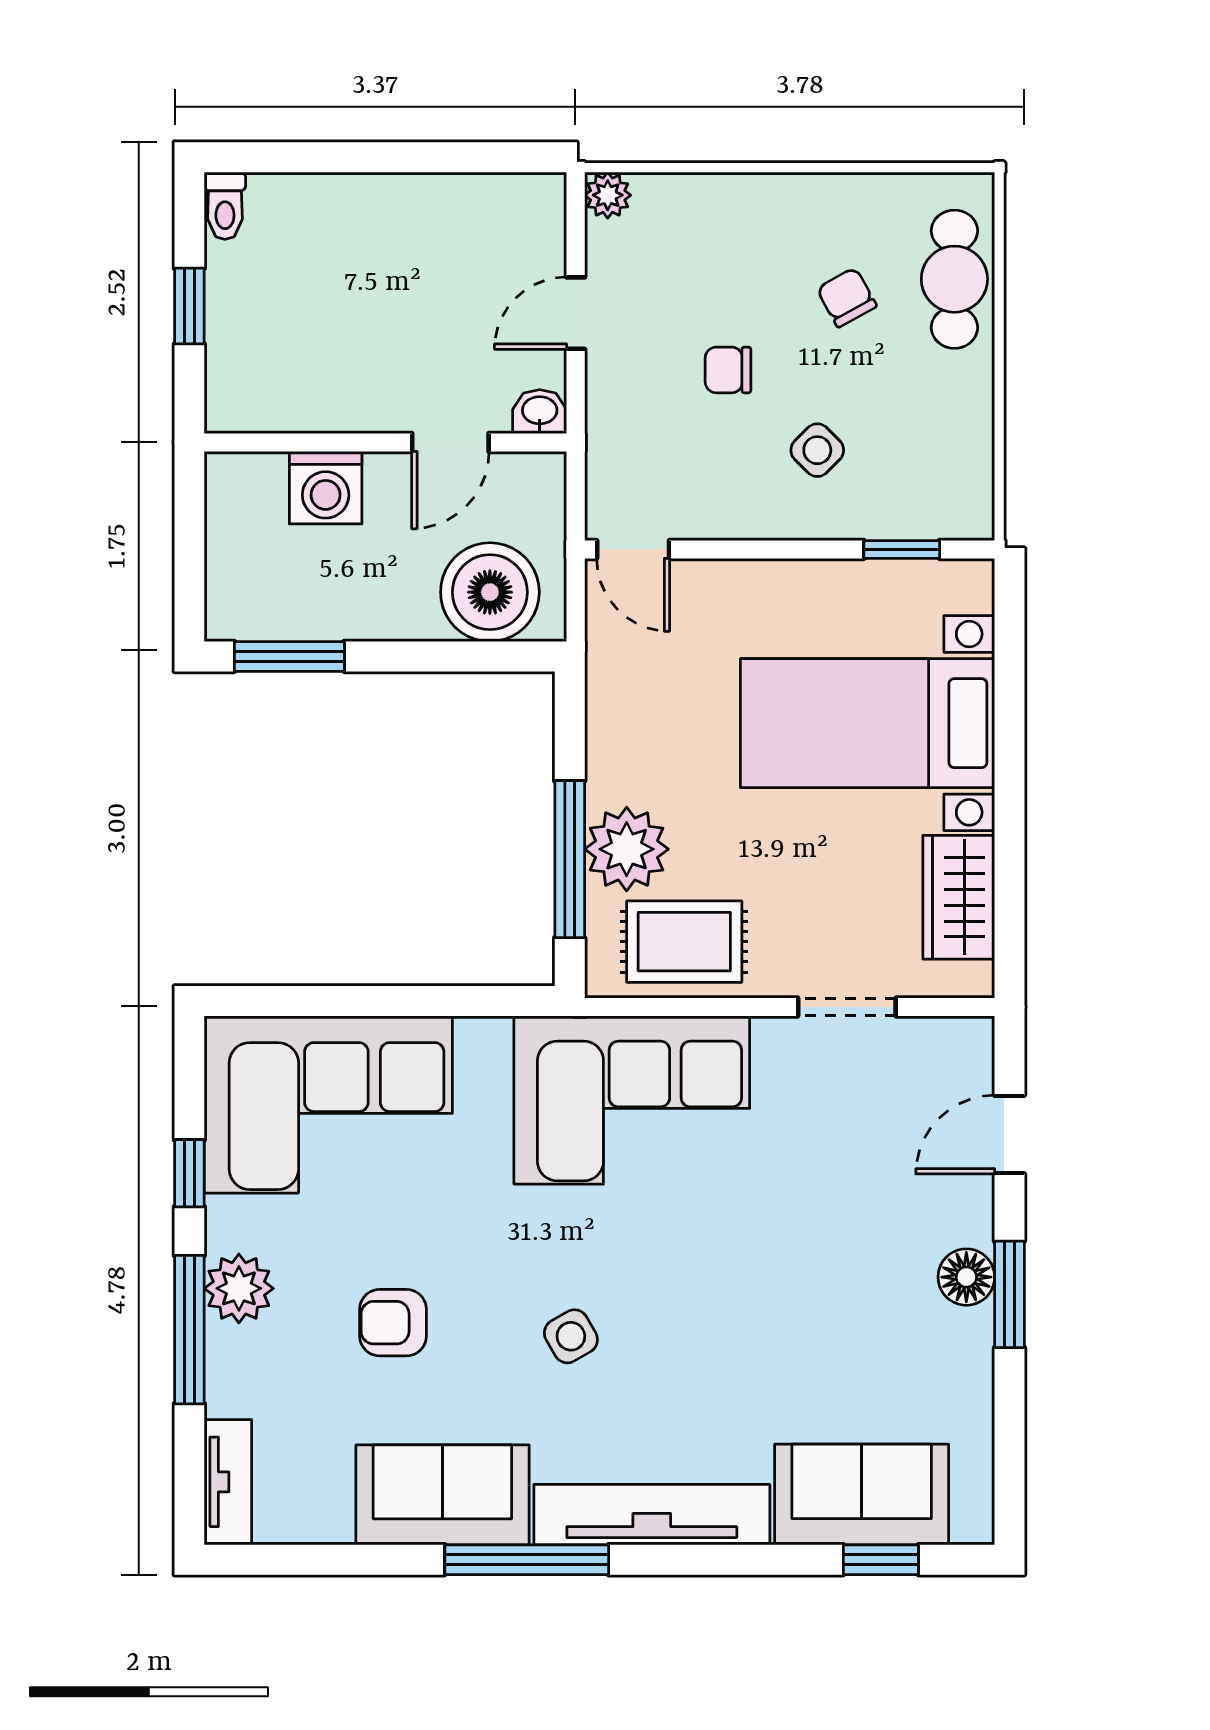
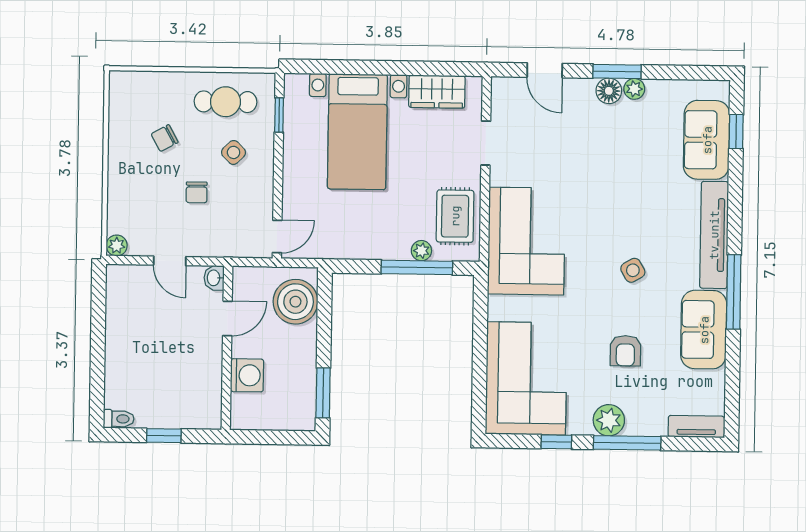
cafe table: (954, 279) -> (225, 102), moved
door: (450, 442) -> (227, 318), hinge flipped
plant: (627, 849) -> (421, 251), width x0.53, depth x0.53
plant: (972, 1333) -> (634, 89), added

